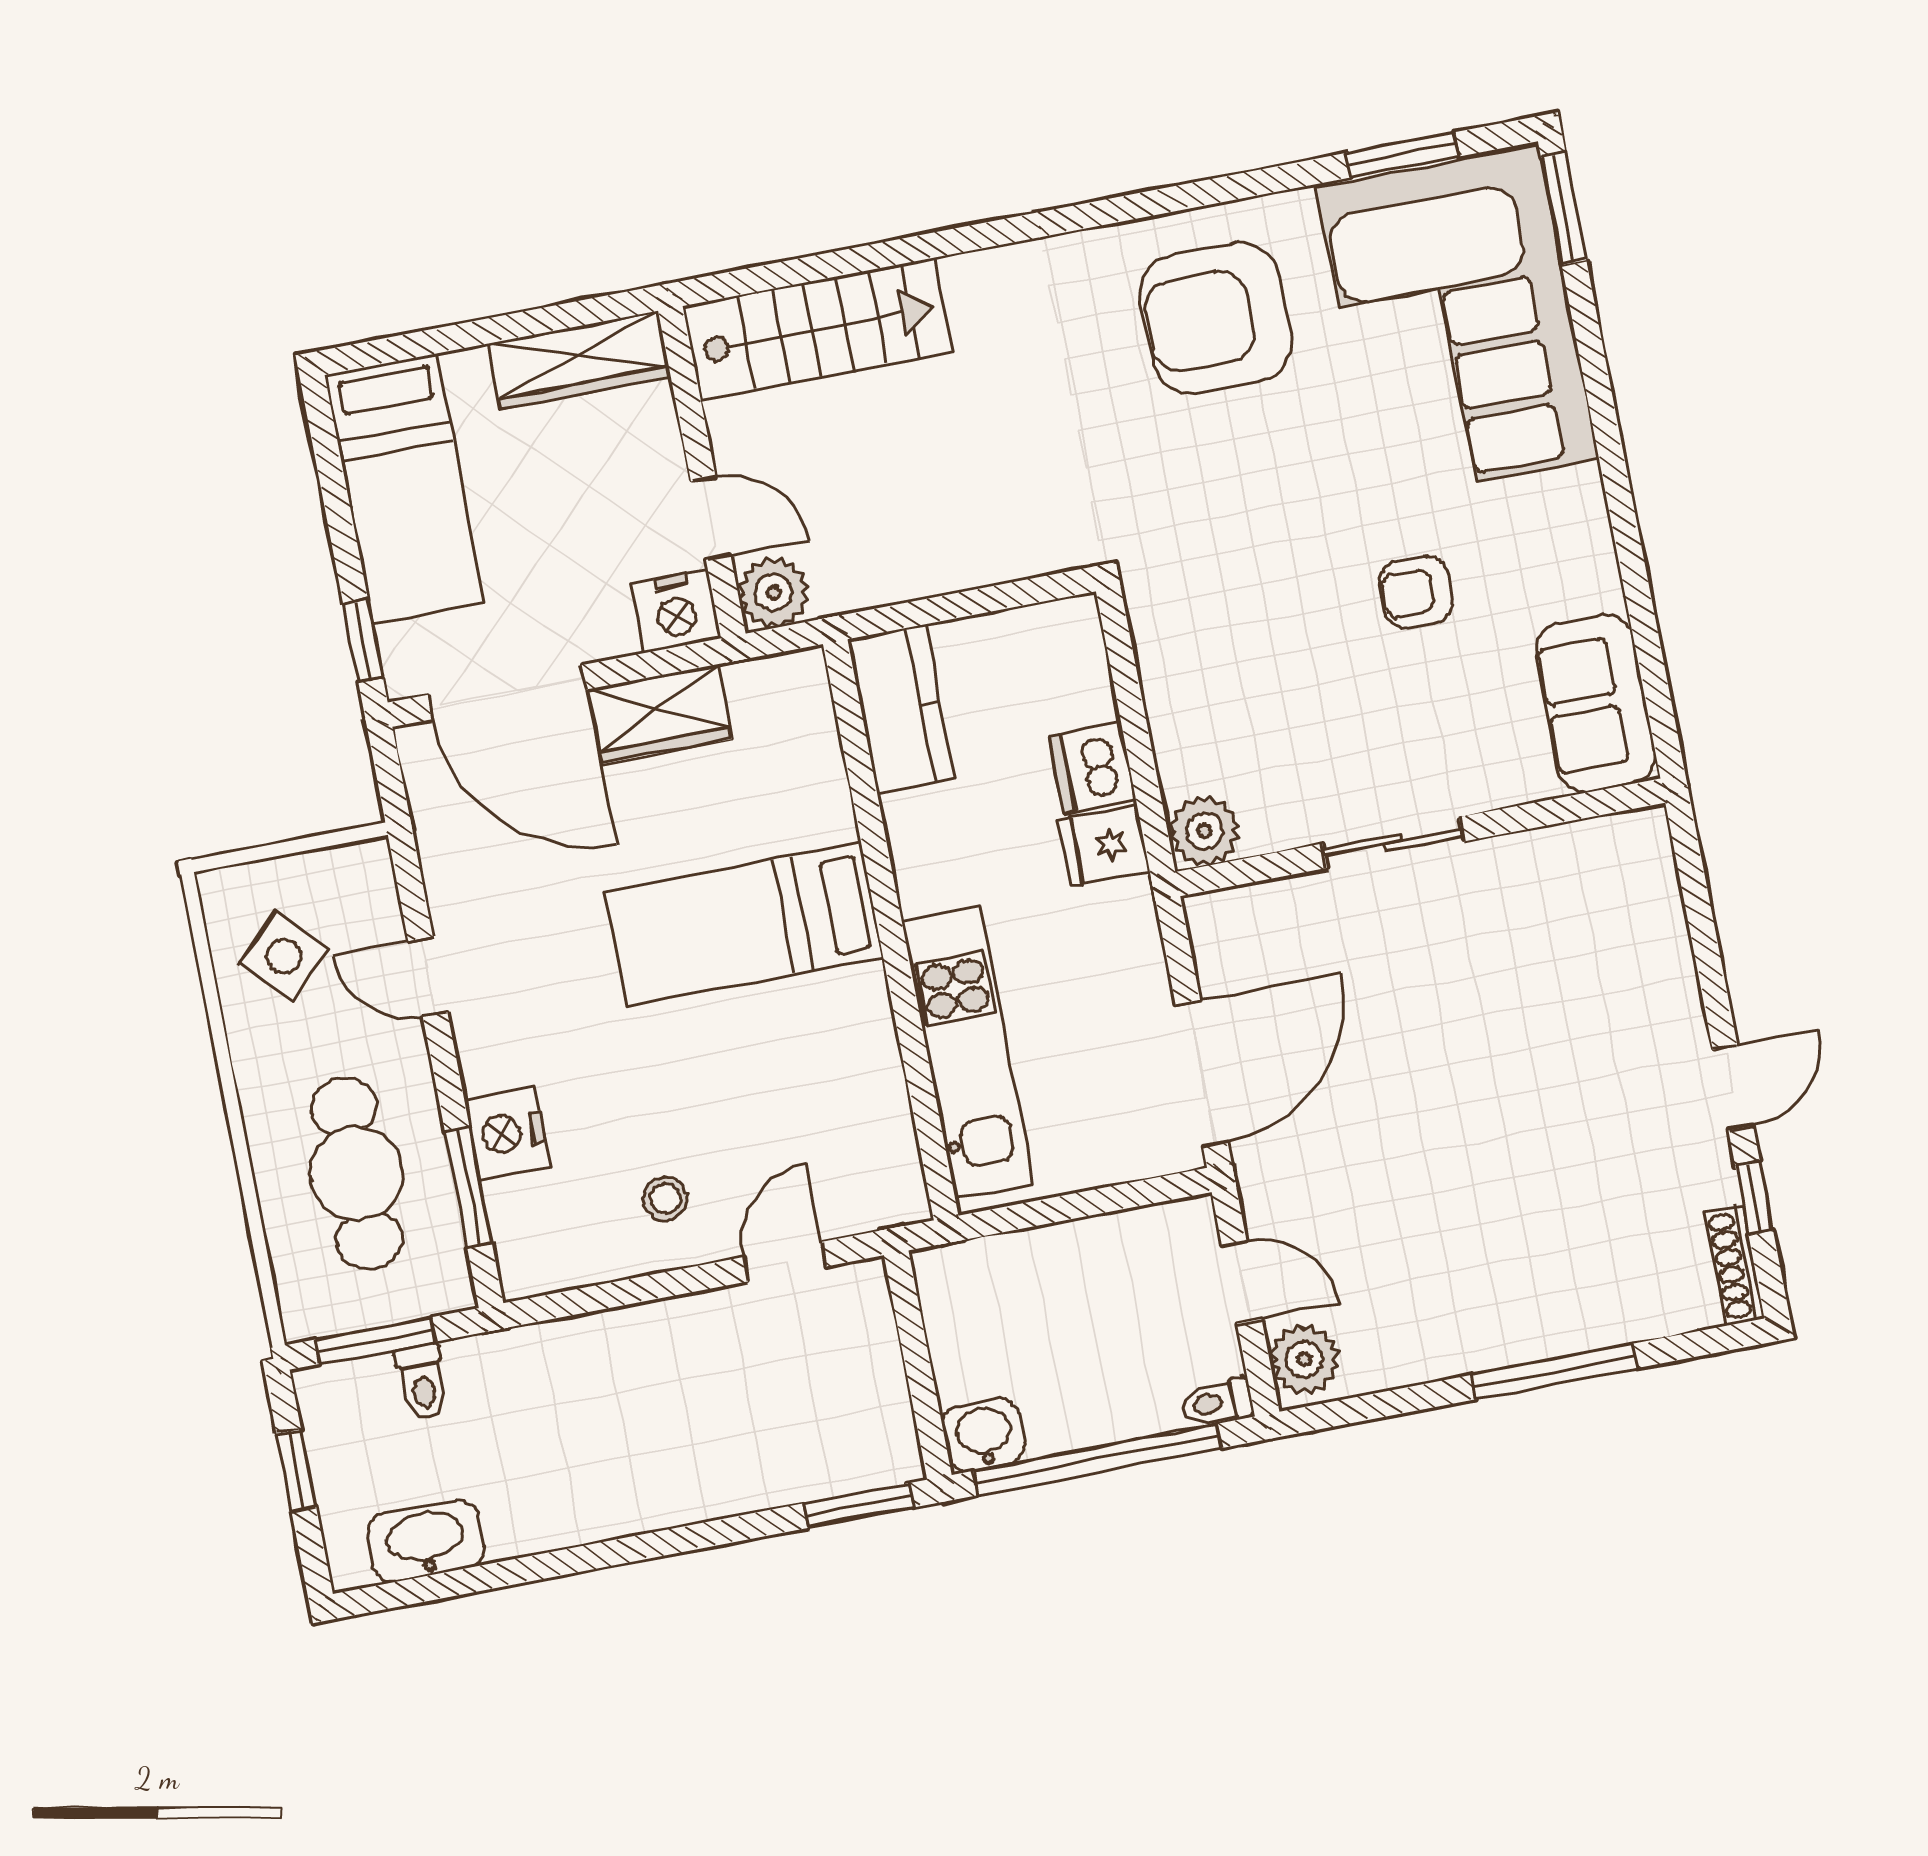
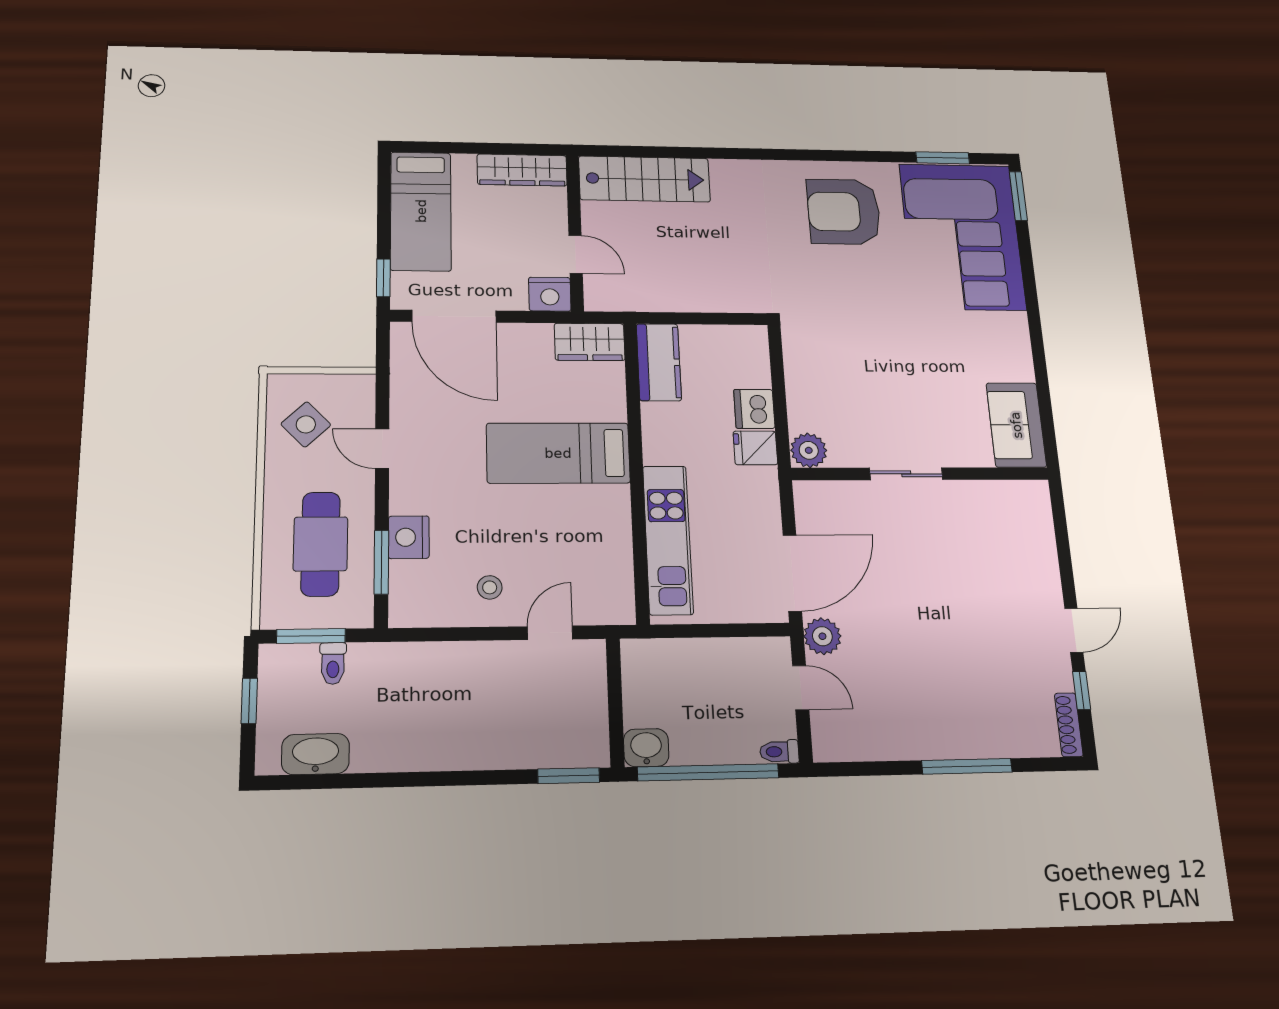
plant: (773, 592) -> (602, 295), removed
armchair: (1416, 592) -> (930, 355), removed
wardrobe: (660, 714) -> (590, 342), moved
plant: (1304, 1359) -> (822, 636), moved

